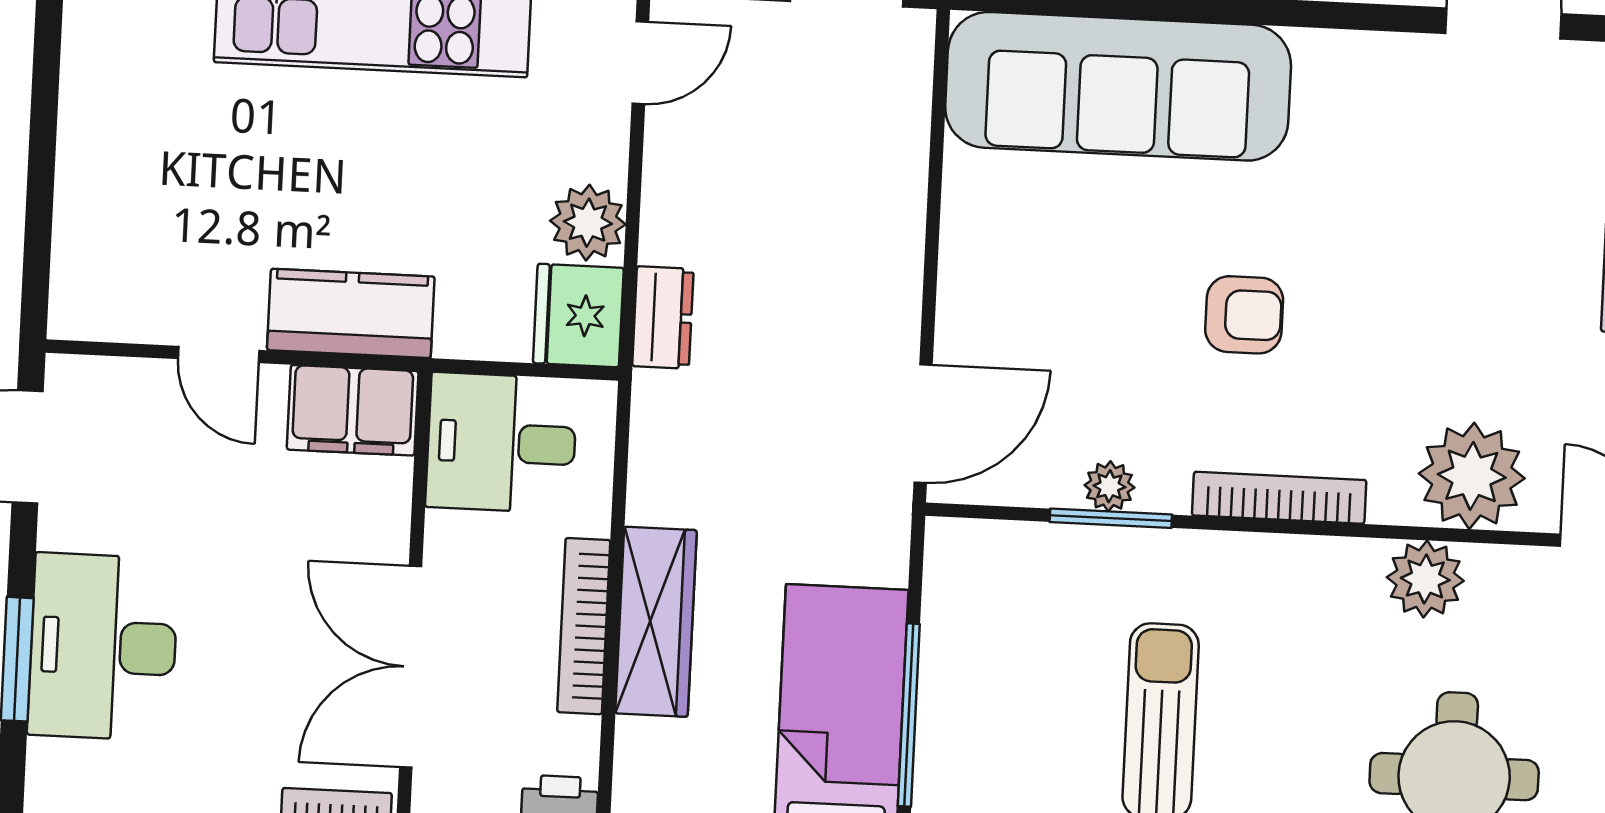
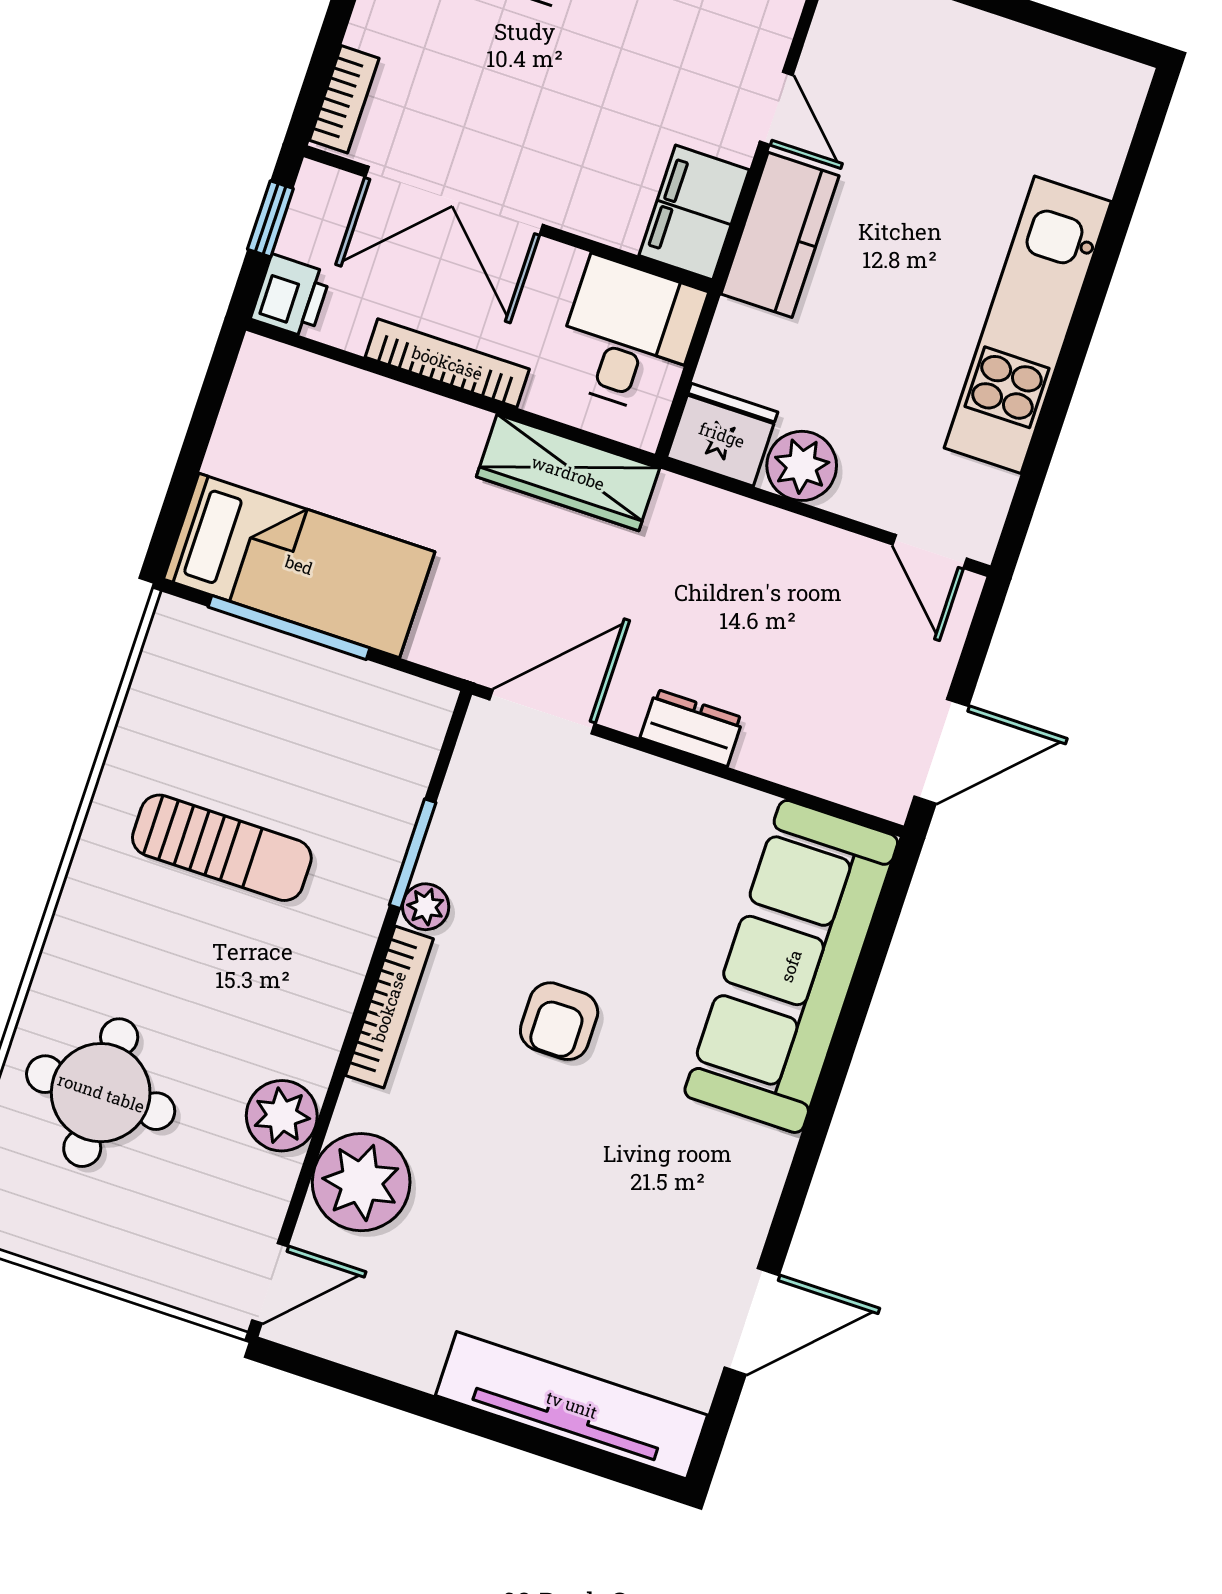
dresser: (663, 317) -> (692, 728), moved, turned 180
door: (219, 354) -> (776, 108), swing flipped
door: (923, 424) -> (542, 712), swing flipped
plant: (1109, 486) -> (426, 907), moved
wardrobe: (656, 622) -> (568, 473), moved
double door: (411, 667) -> (454, 201), swing flipped

